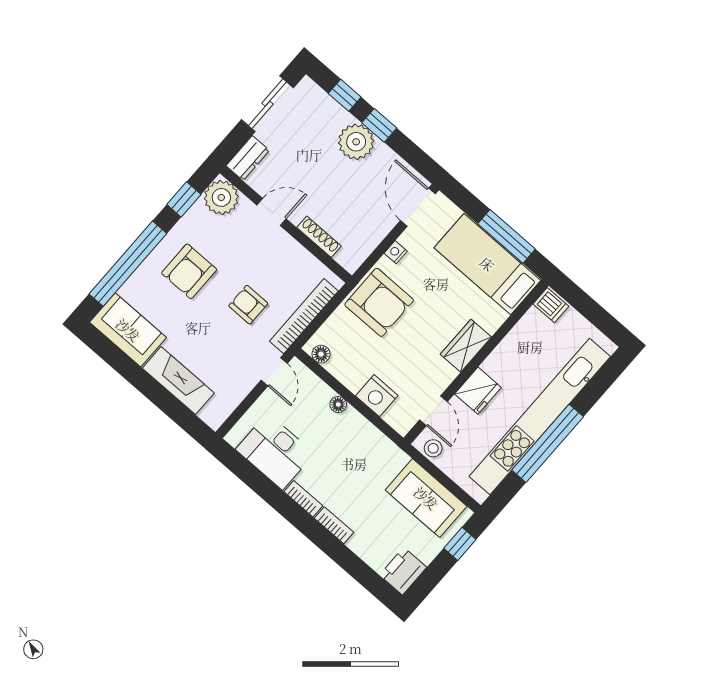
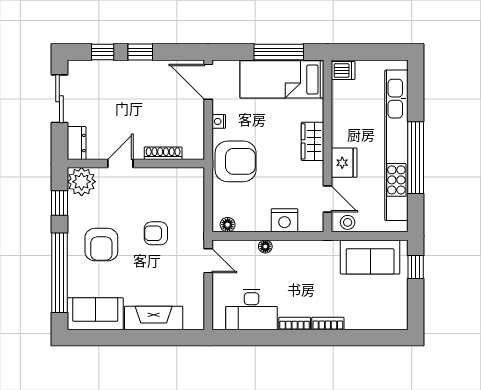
plant: (356, 142) -> (135, 75), removed
bookcase: (304, 316) -> (197, 210), removed
printer: (403, 571) -> (395, 315), removed

